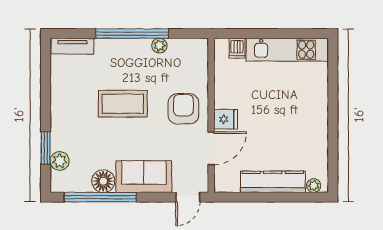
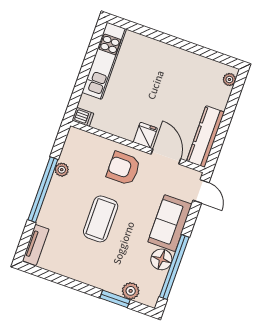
dishwasher: (237, 48) -> (83, 117), moved
kitchen counter: (273, 182) -> (206, 137), moved

